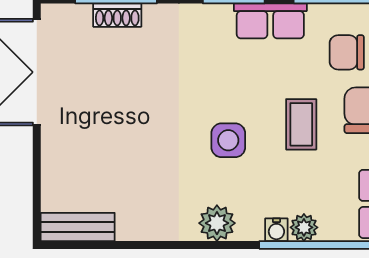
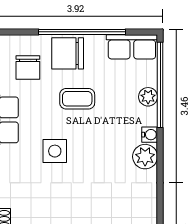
side table: (228, 140) -> (55, 151), moved
water cooler: (276, 230) -> (150, 135), moved

